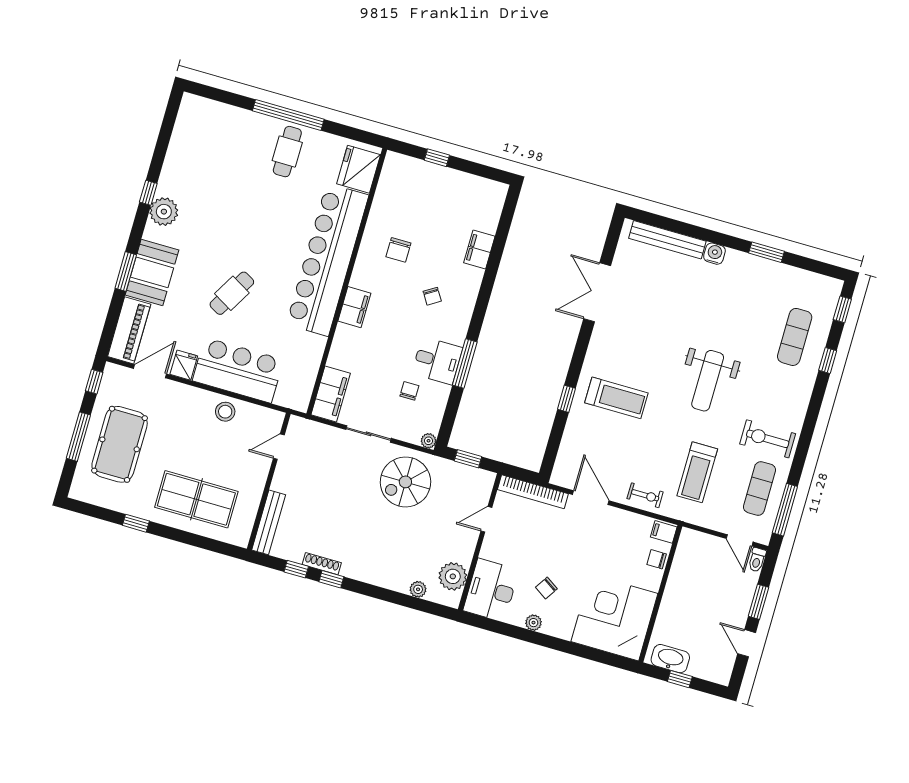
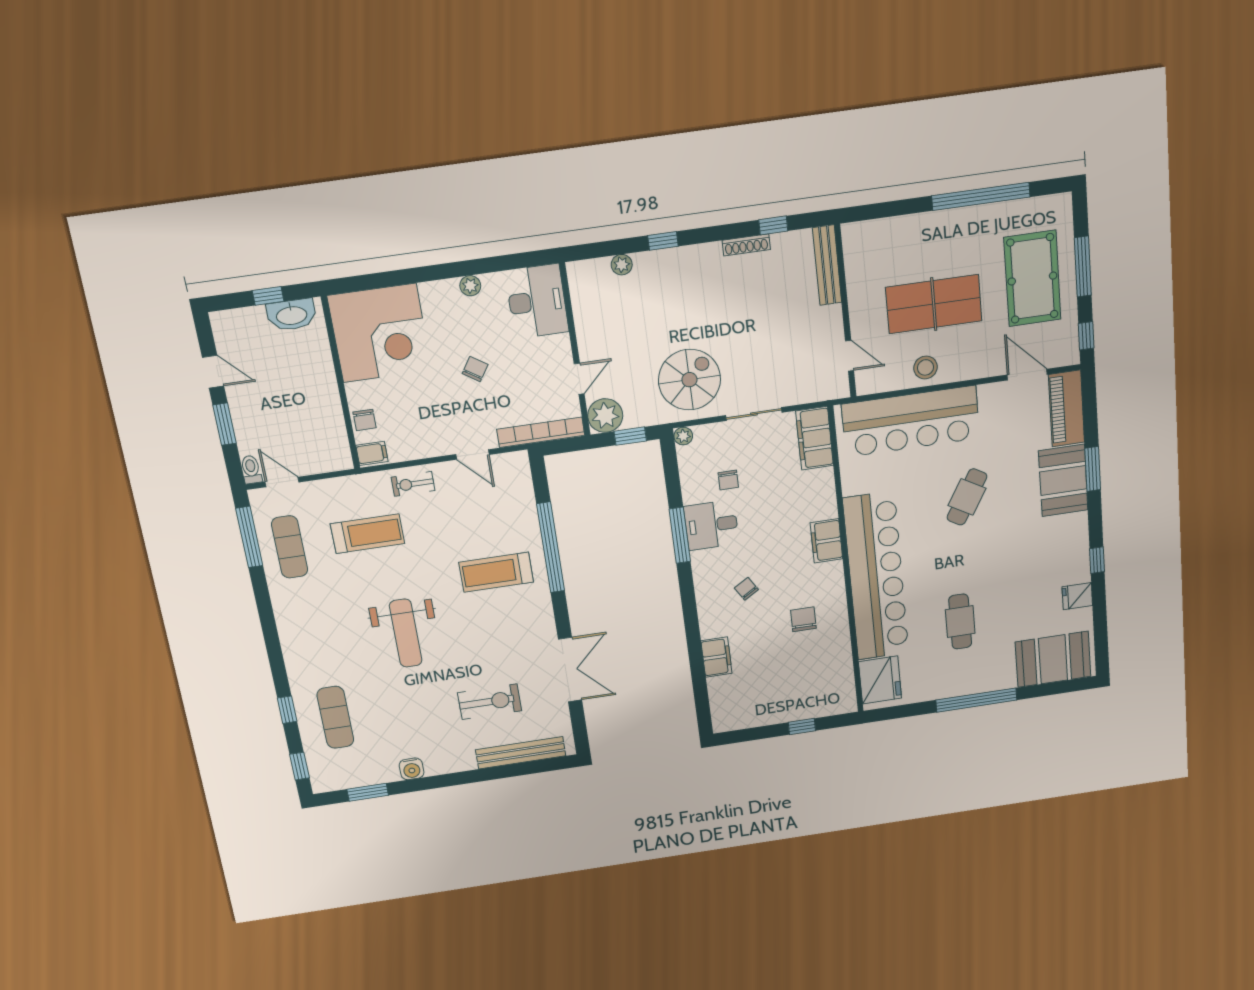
booth: (213, 122) -> (1053, 659), added
cafe table: (287, 152) -> (960, 622), moved
plant: (164, 212) -> (1073, 548), removed
window: (767, 252) -> (368, 792), moved
water cooler: (714, 254) -> (412, 769), moved
fridge: (184, 365) -> (1077, 596), moved, turned 90
bar counter: (238, 370) -> (911, 421), width x1.36
door: (150, 371) -> (1027, 375), swing flipped
weight bench: (708, 381) -> (406, 633), turned 180
window: (567, 399) -> (551, 548), width x3.17
exercise bike: (768, 439) -> (490, 702), moved
door: (279, 447) -> (850, 356), hinge flipped
treadmill: (697, 472) -> (368, 534), turned 90
door: (591, 498) -> (473, 455), width x0.73
table tennis table: (196, 499) -> (934, 304), moved
window: (136, 523) -> (981, 196), width x3.17
chair: (657, 559) -> (365, 420), turned 90
plant: (453, 576) -> (605, 416), moved
window: (331, 579) -> (663, 241), moved
chair: (546, 588) -> (475, 369), moved

